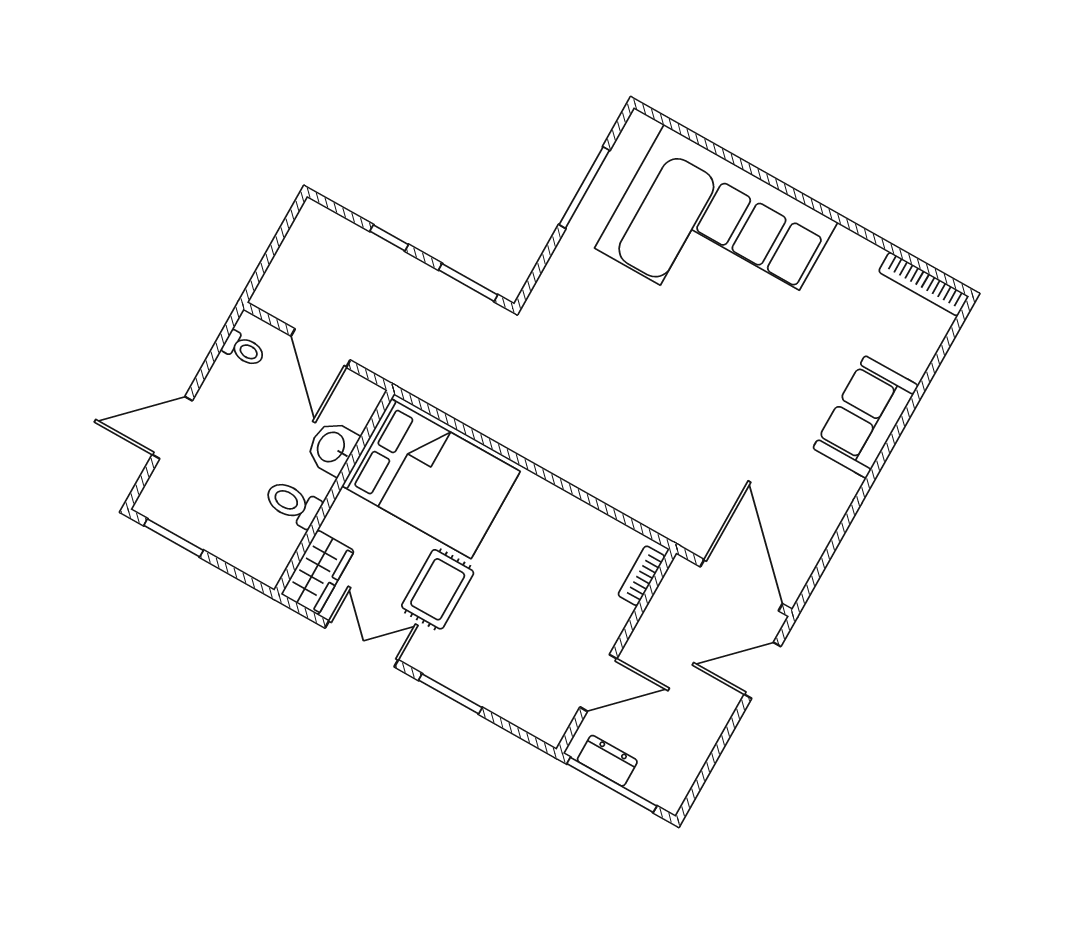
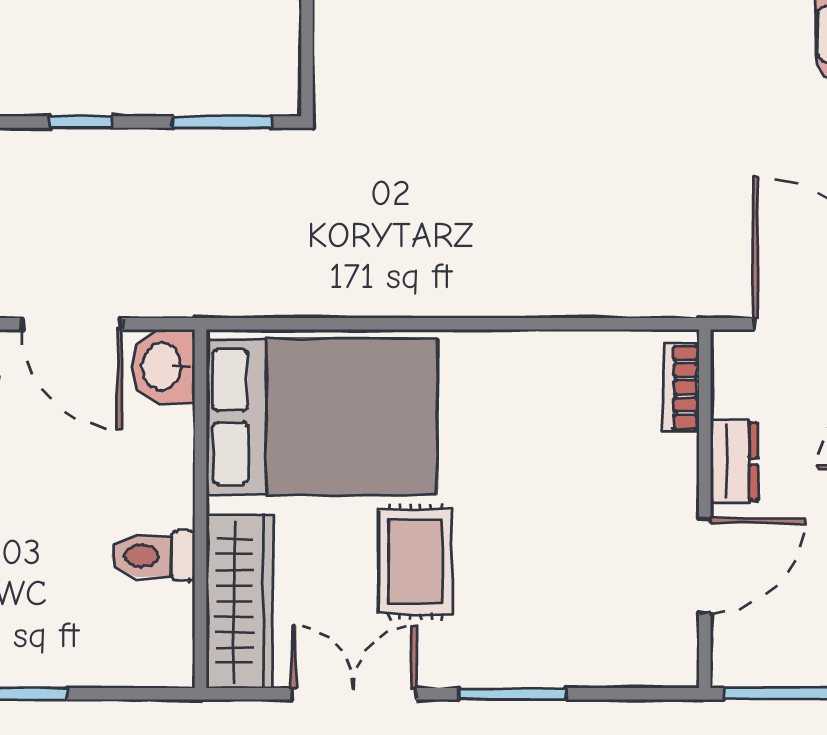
washbasin: (332, 448) -> (163, 367), moved
wardrobe: (318, 572) -> (240, 601), width x1.50
dresser: (607, 761) -> (734, 461), moved, turned 90

